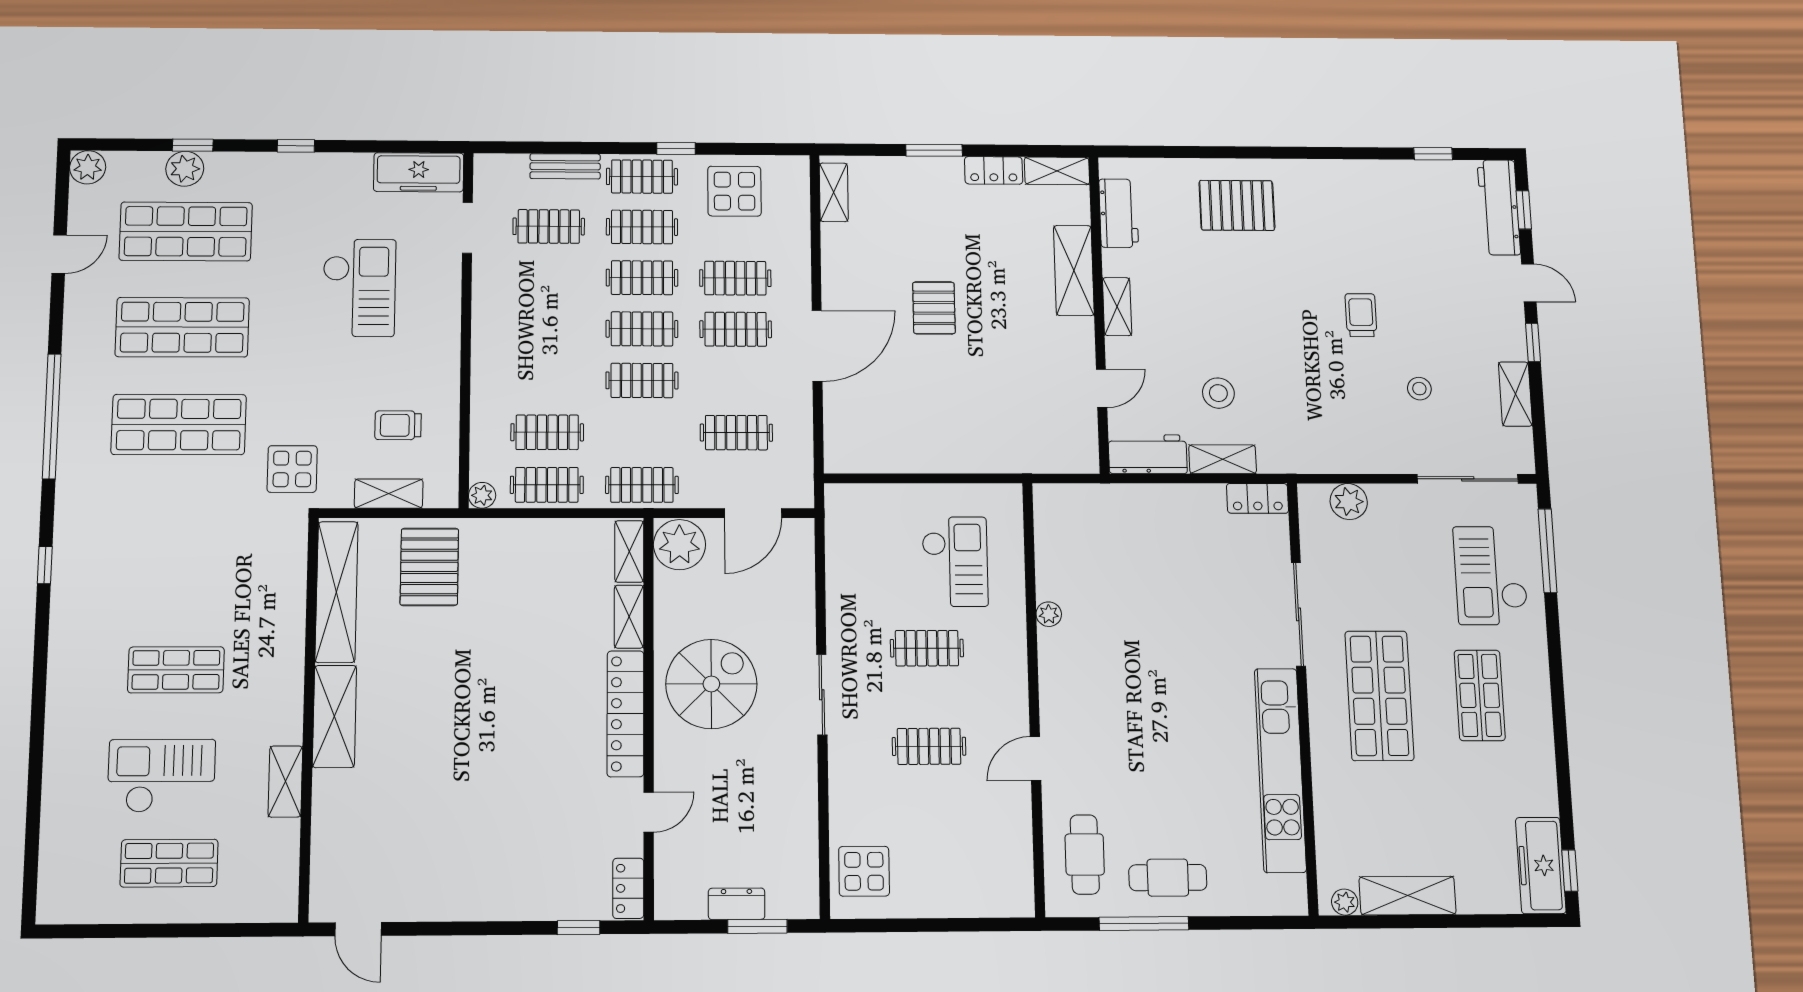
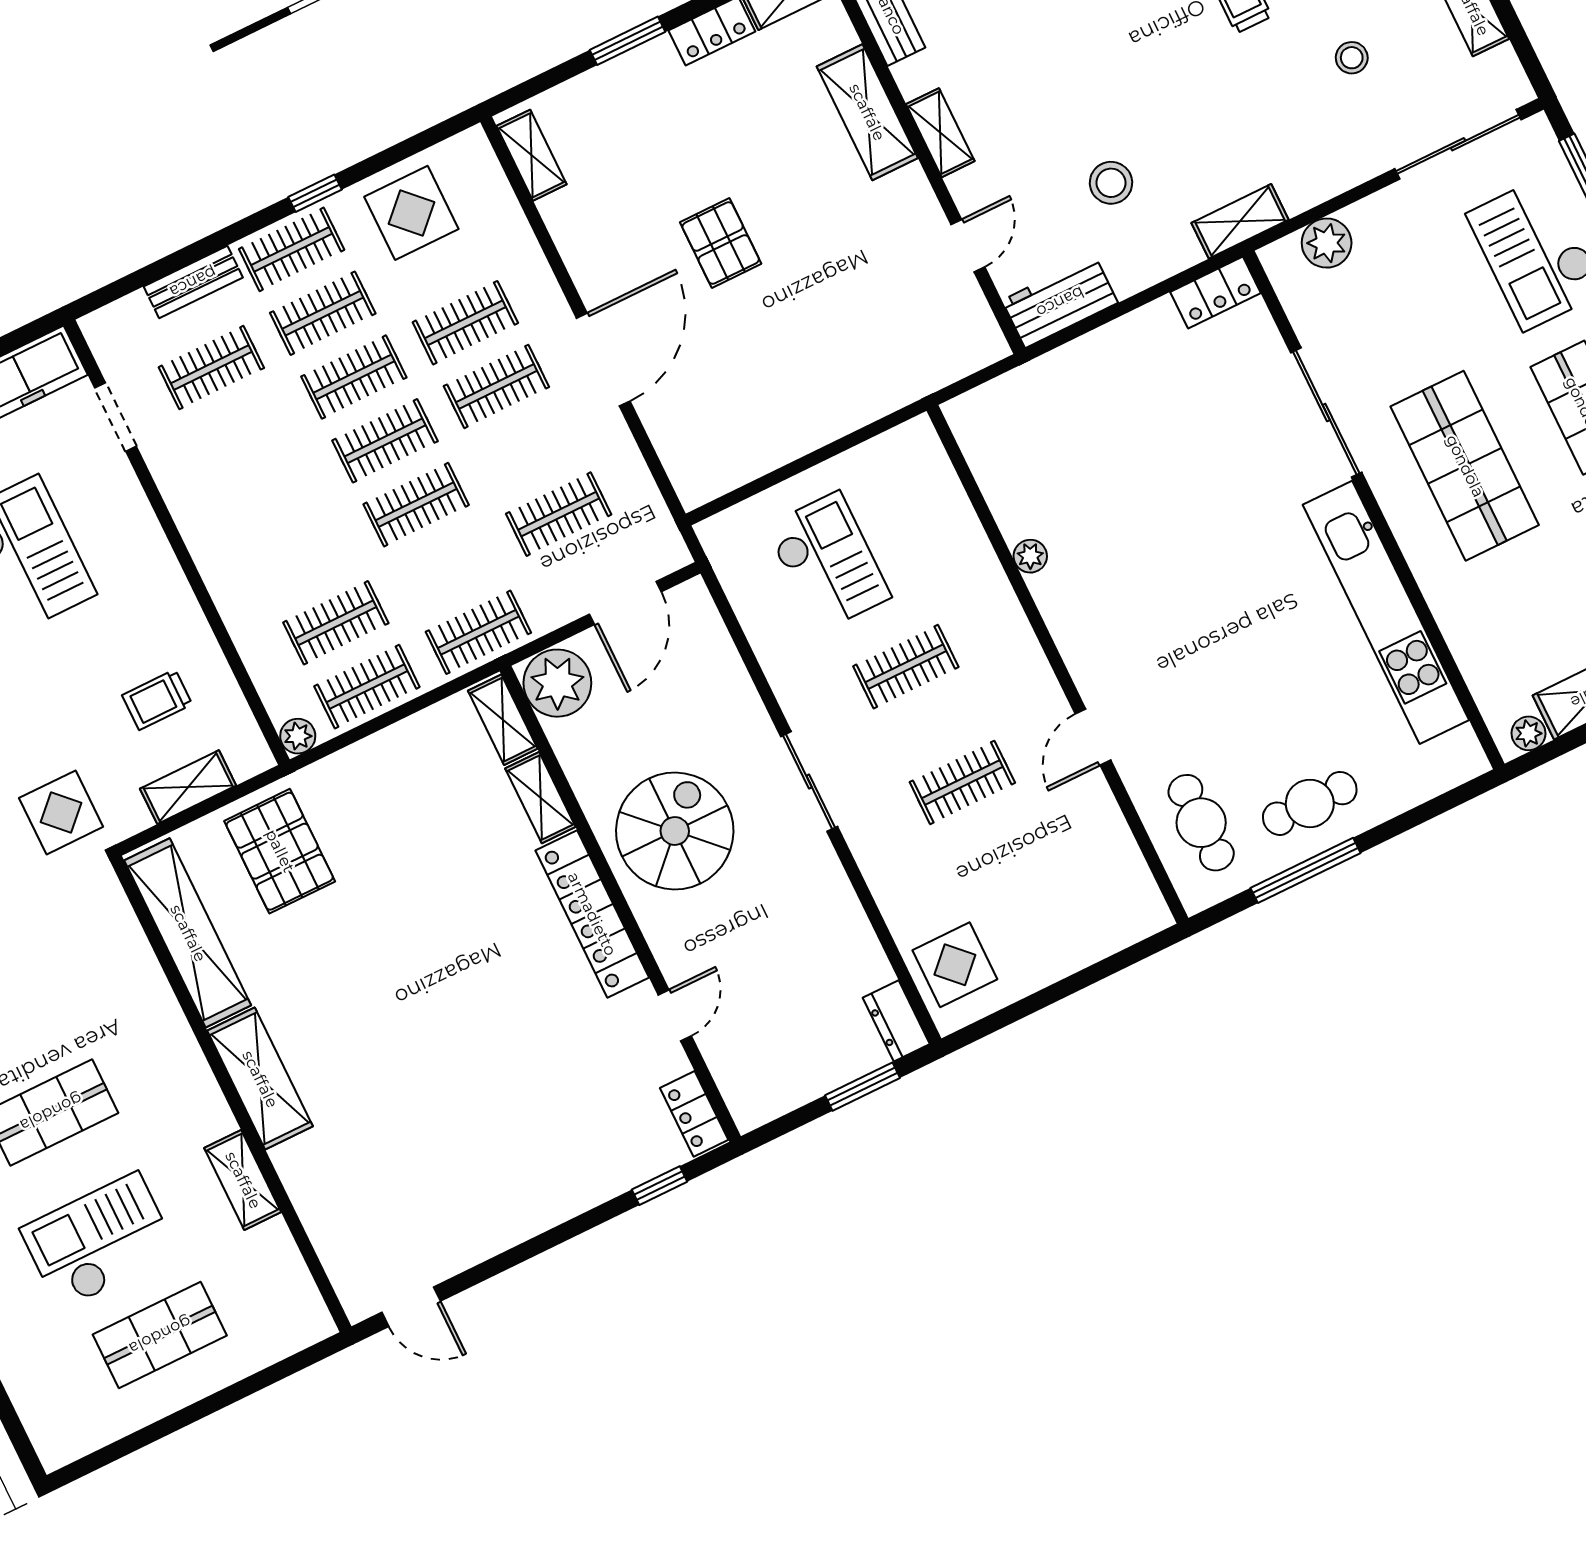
shelving: (1223, 459) -> (1240, 221), moved
checkout: (955, 562) -> (828, 562), moved
dresser: (737, 904) -> (896, 1021), moved, turned -90

